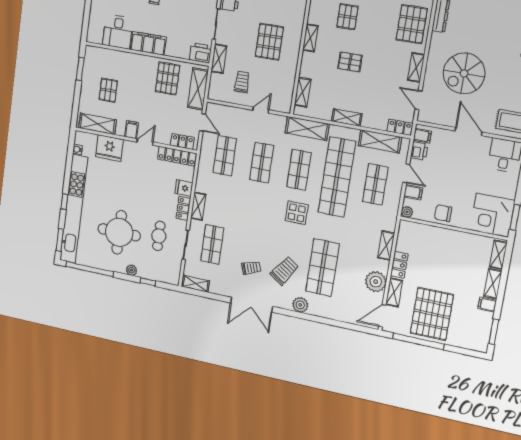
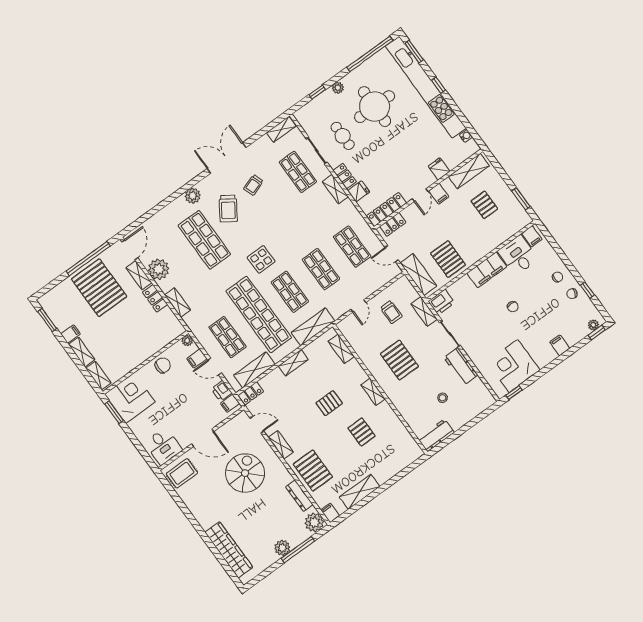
filing cabinet: (96, 35) -> (532, 236), added
fridge: (109, 148) -> (439, 169), width x0.53, depth x0.75

